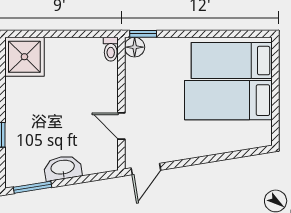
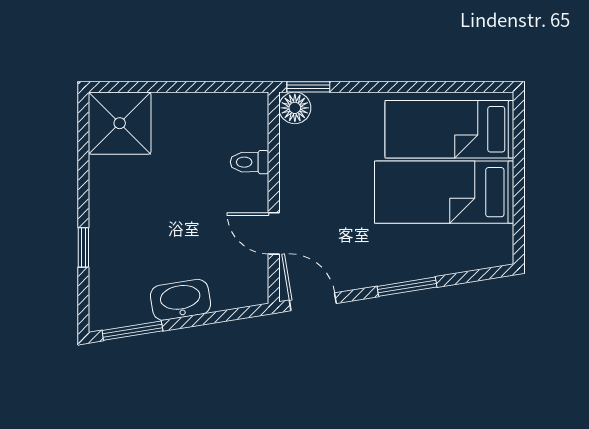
toilet: (111, 49) -> (250, 162), moved, turned 90
window: (205, 160) -> (407, 287), added
door: (146, 169) -> (313, 302), swing flipped

